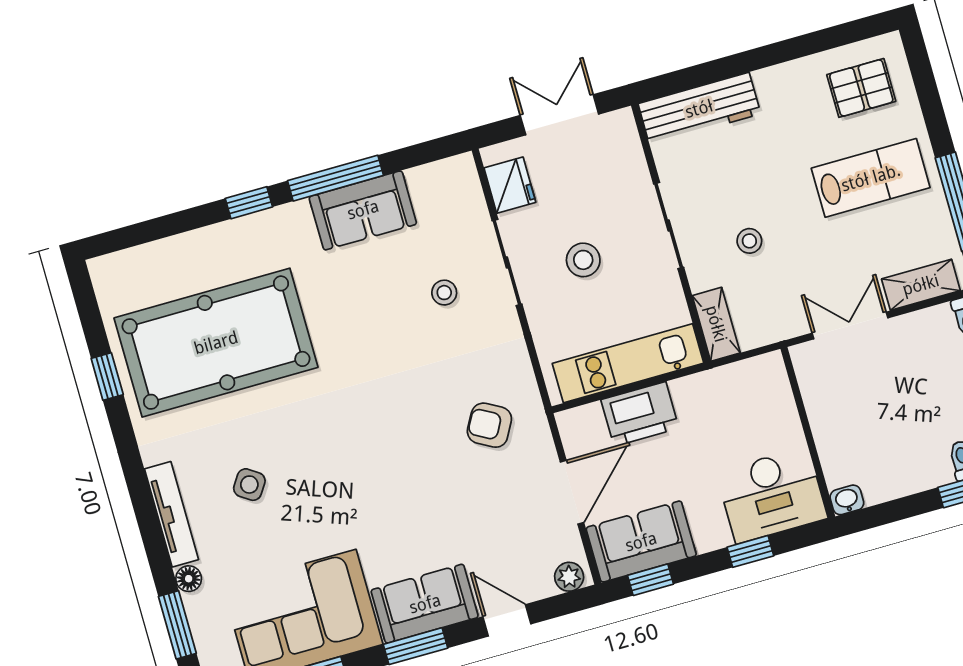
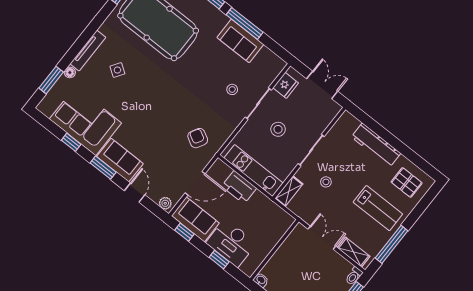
workbench: (699, 109) -> (376, 145), moved
desk: (772, 495) -> (231, 243), moved

